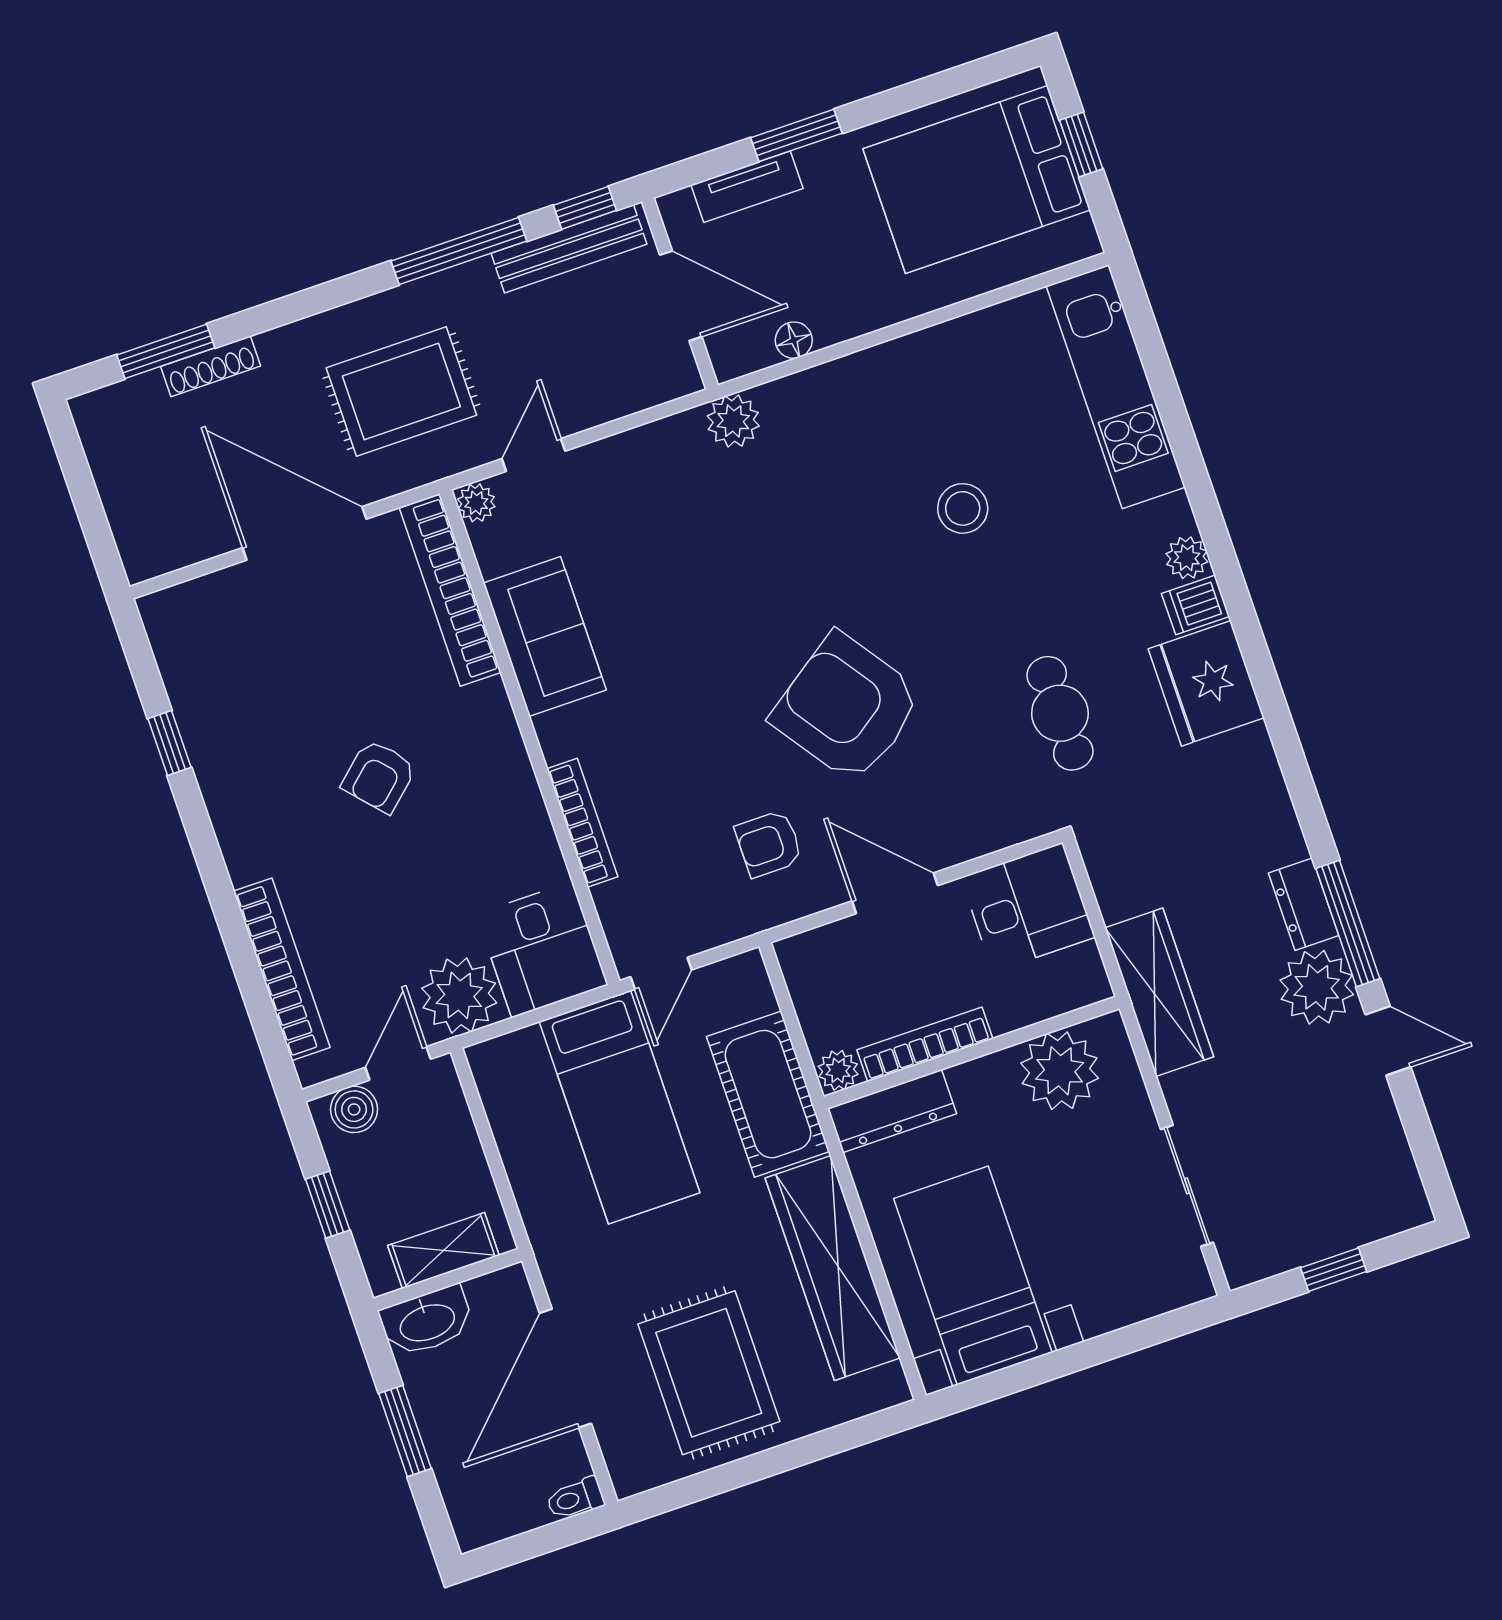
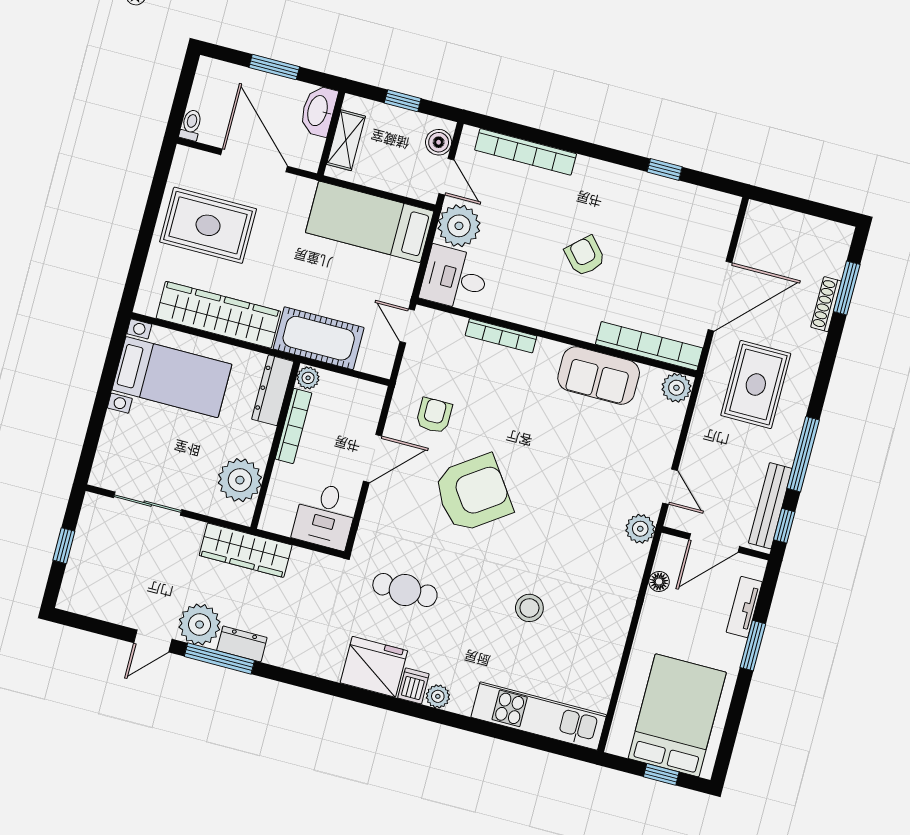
door: (534, 455) -> (670, 487), moved
plant: (476, 503) -> (676, 388), width x1.38, depth x1.38
bed: (620, 1107) -> (370, 222), moved

